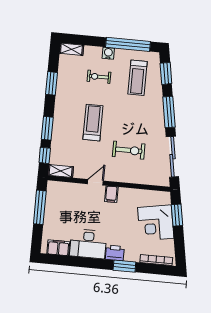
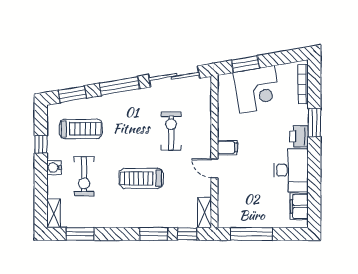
window: (128, 44) -> (41, 144), width x0.32
exercise bike: (99, 77) -> (84, 176), width x1.38, depth x1.39
window: (51, 83) -> (80, 234), moved

